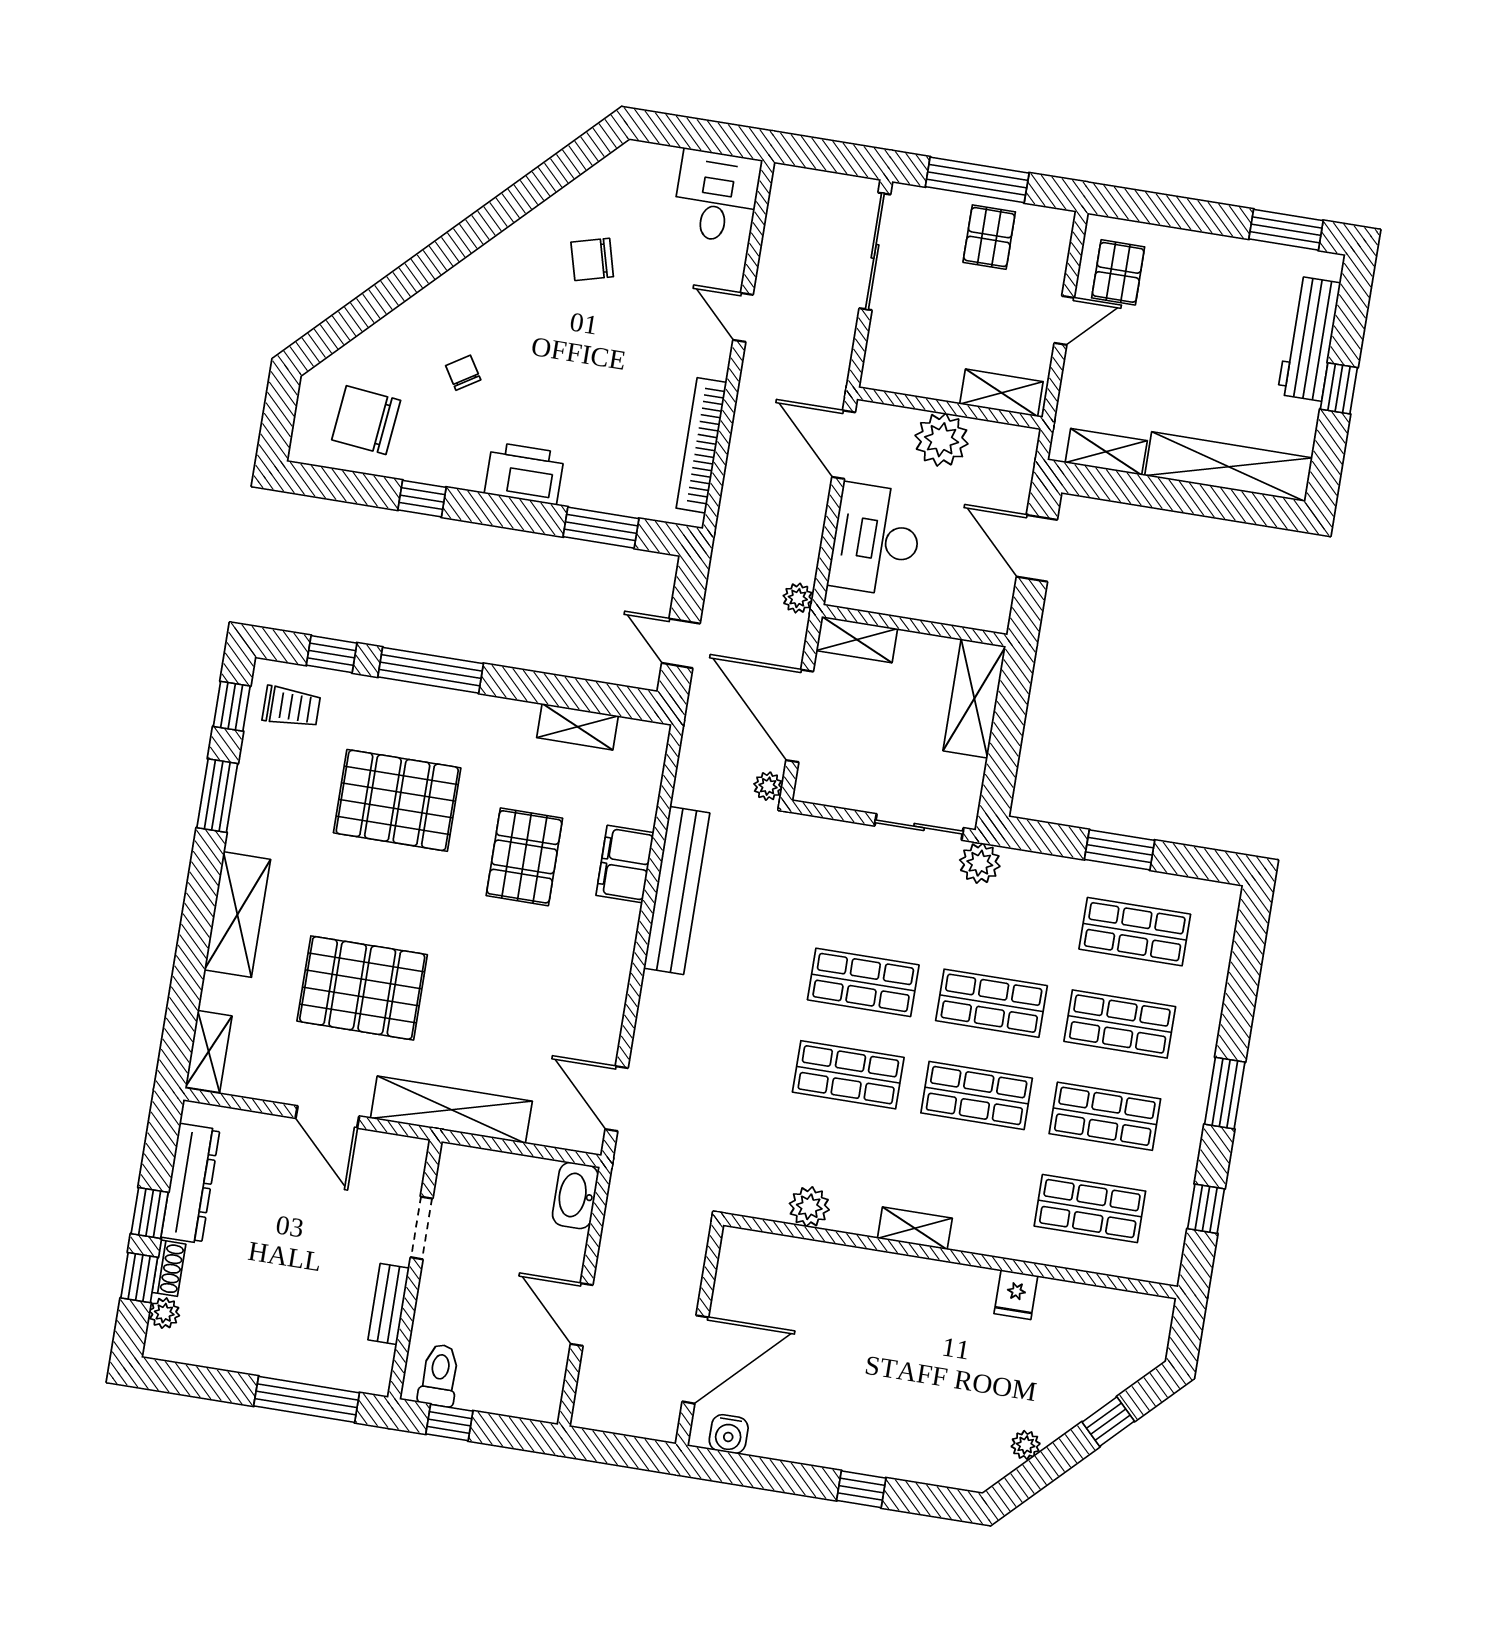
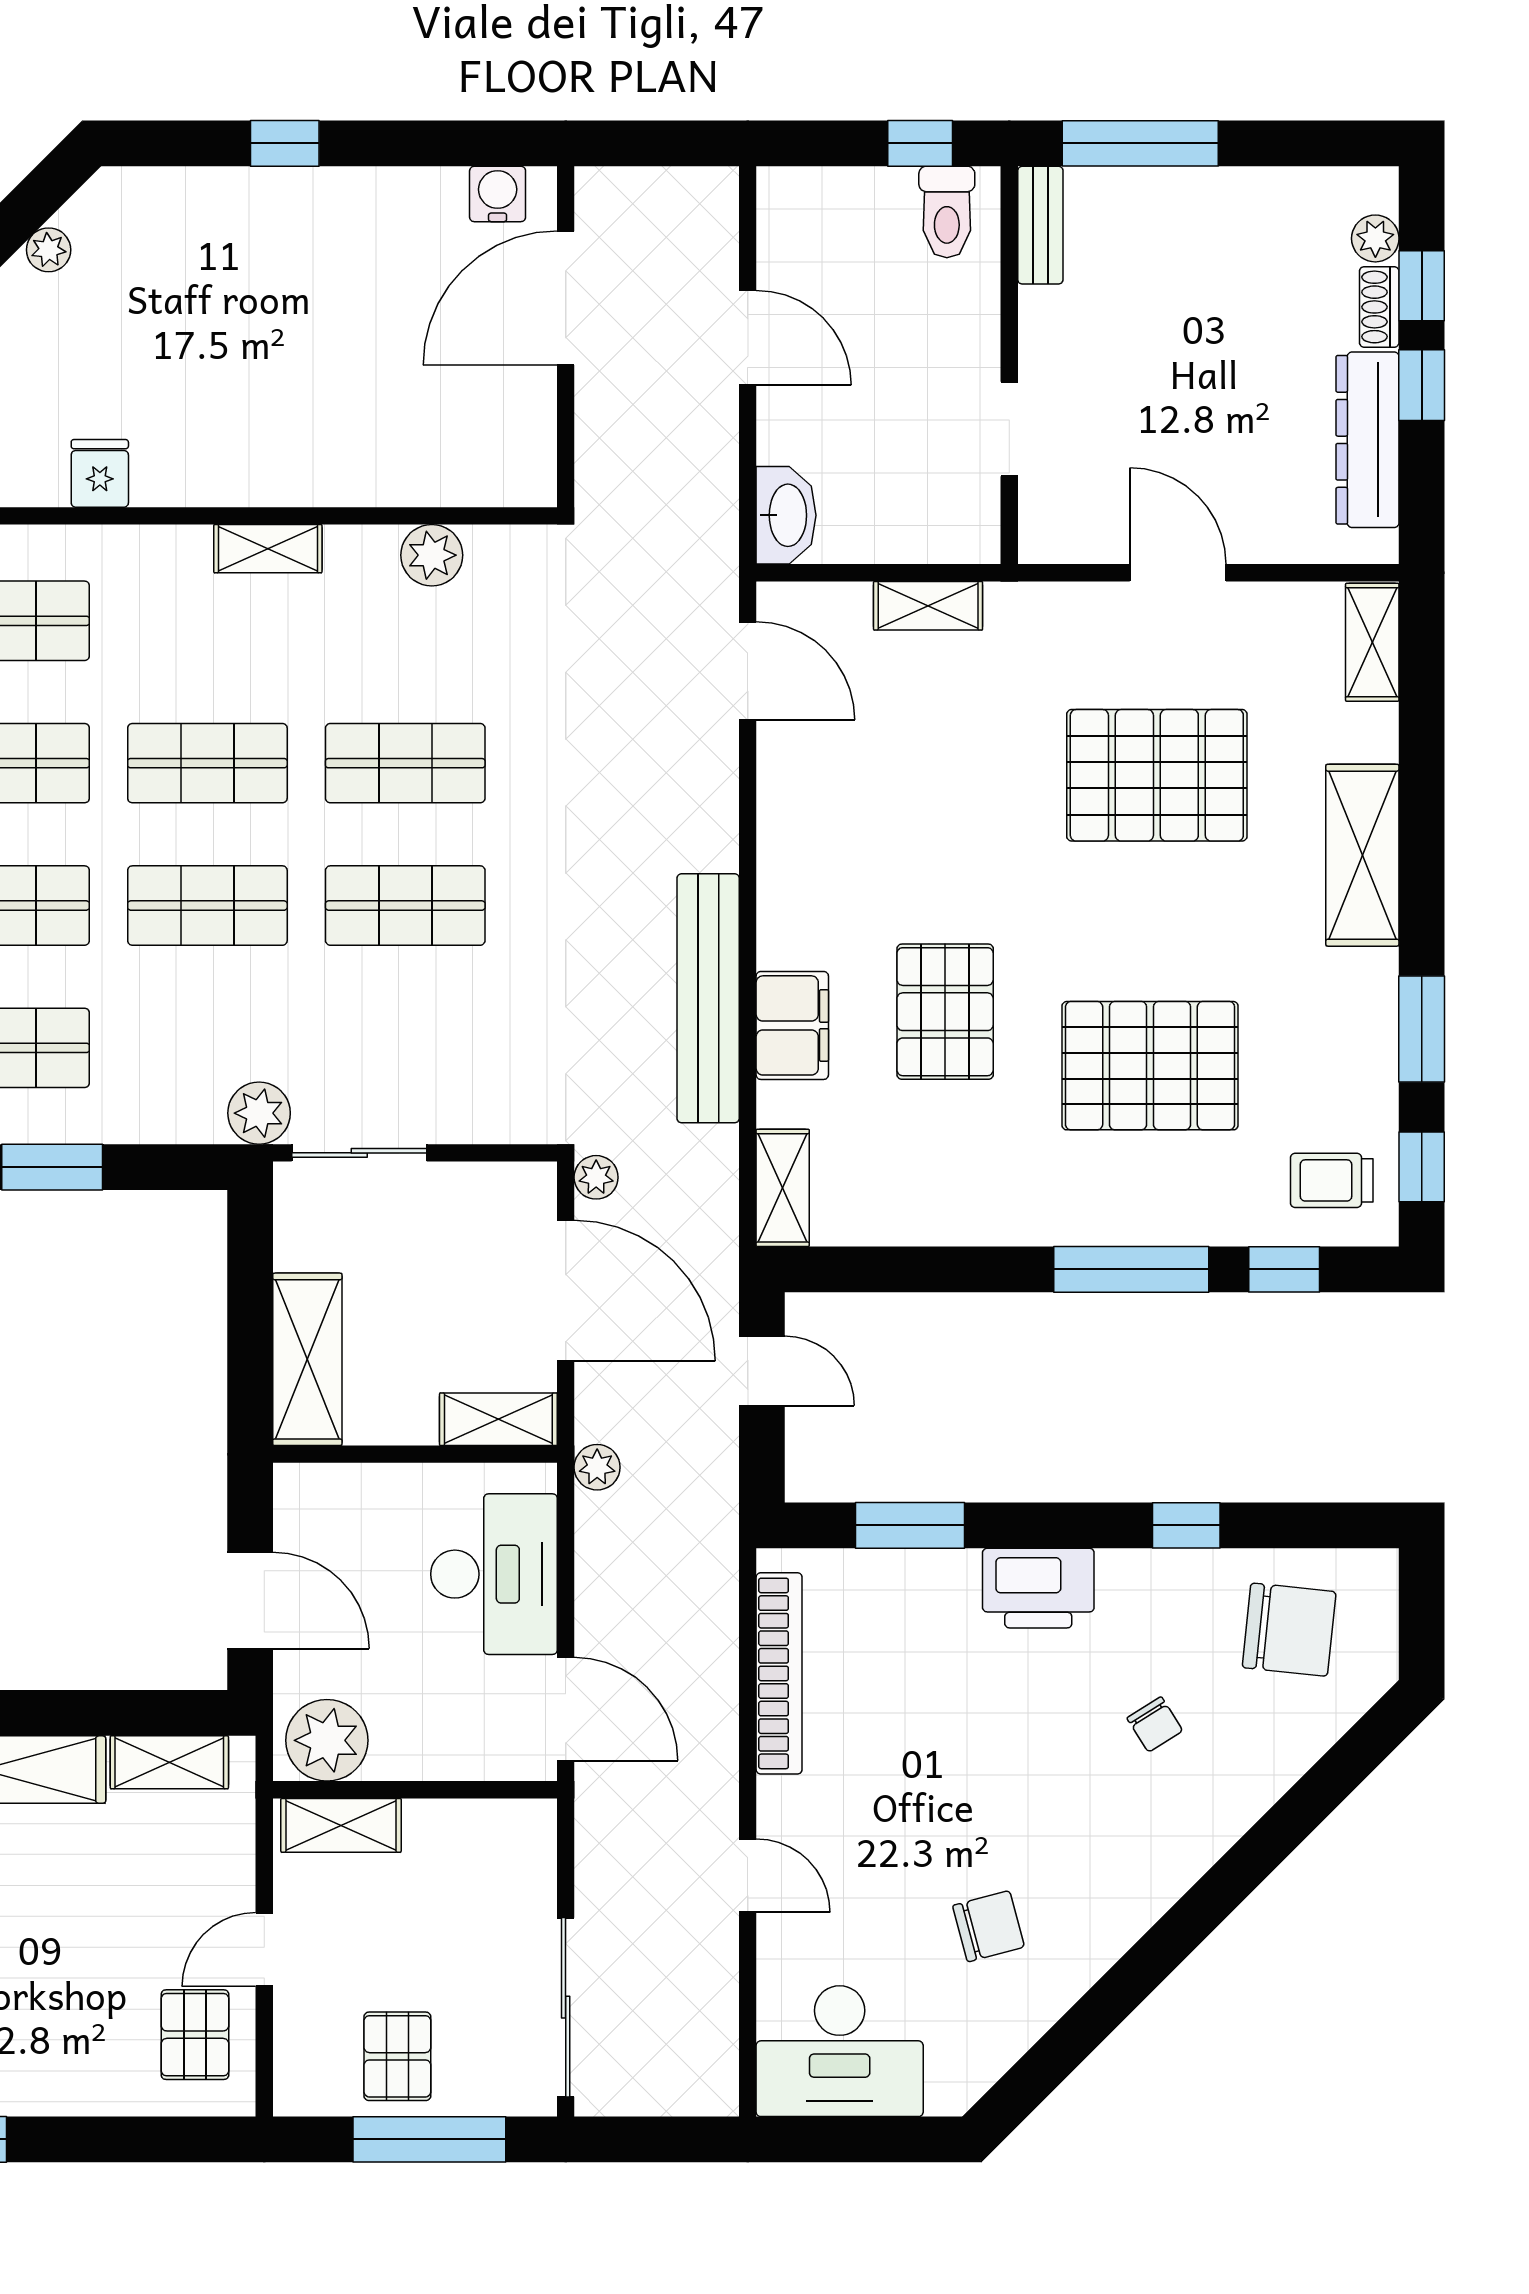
desk: (717, 196) -> (840, 2051), width x1.37
plant: (942, 440) -> (327, 1740), moved
shelving: (578, 727) -> (783, 1188), moved, turned 90
shelving: (451, 1110) -> (928, 606), width x0.45, depth x0.75
bench: (389, 1304) -> (1040, 225), moved

